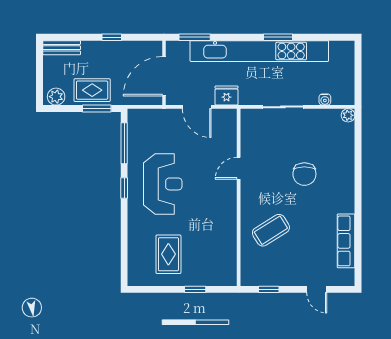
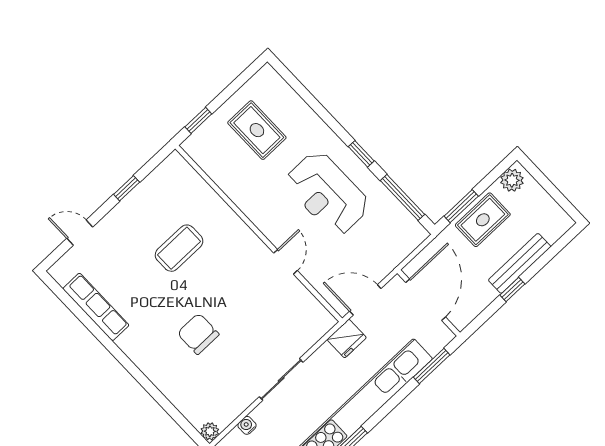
bench: (62, 48) -> (520, 263), moved, width x1.36
door: (239, 168) -> (286, 262), moved
wall: (239, 197) -> (259, 234), moved
coffee table: (271, 230) -> (179, 248), turned 32

